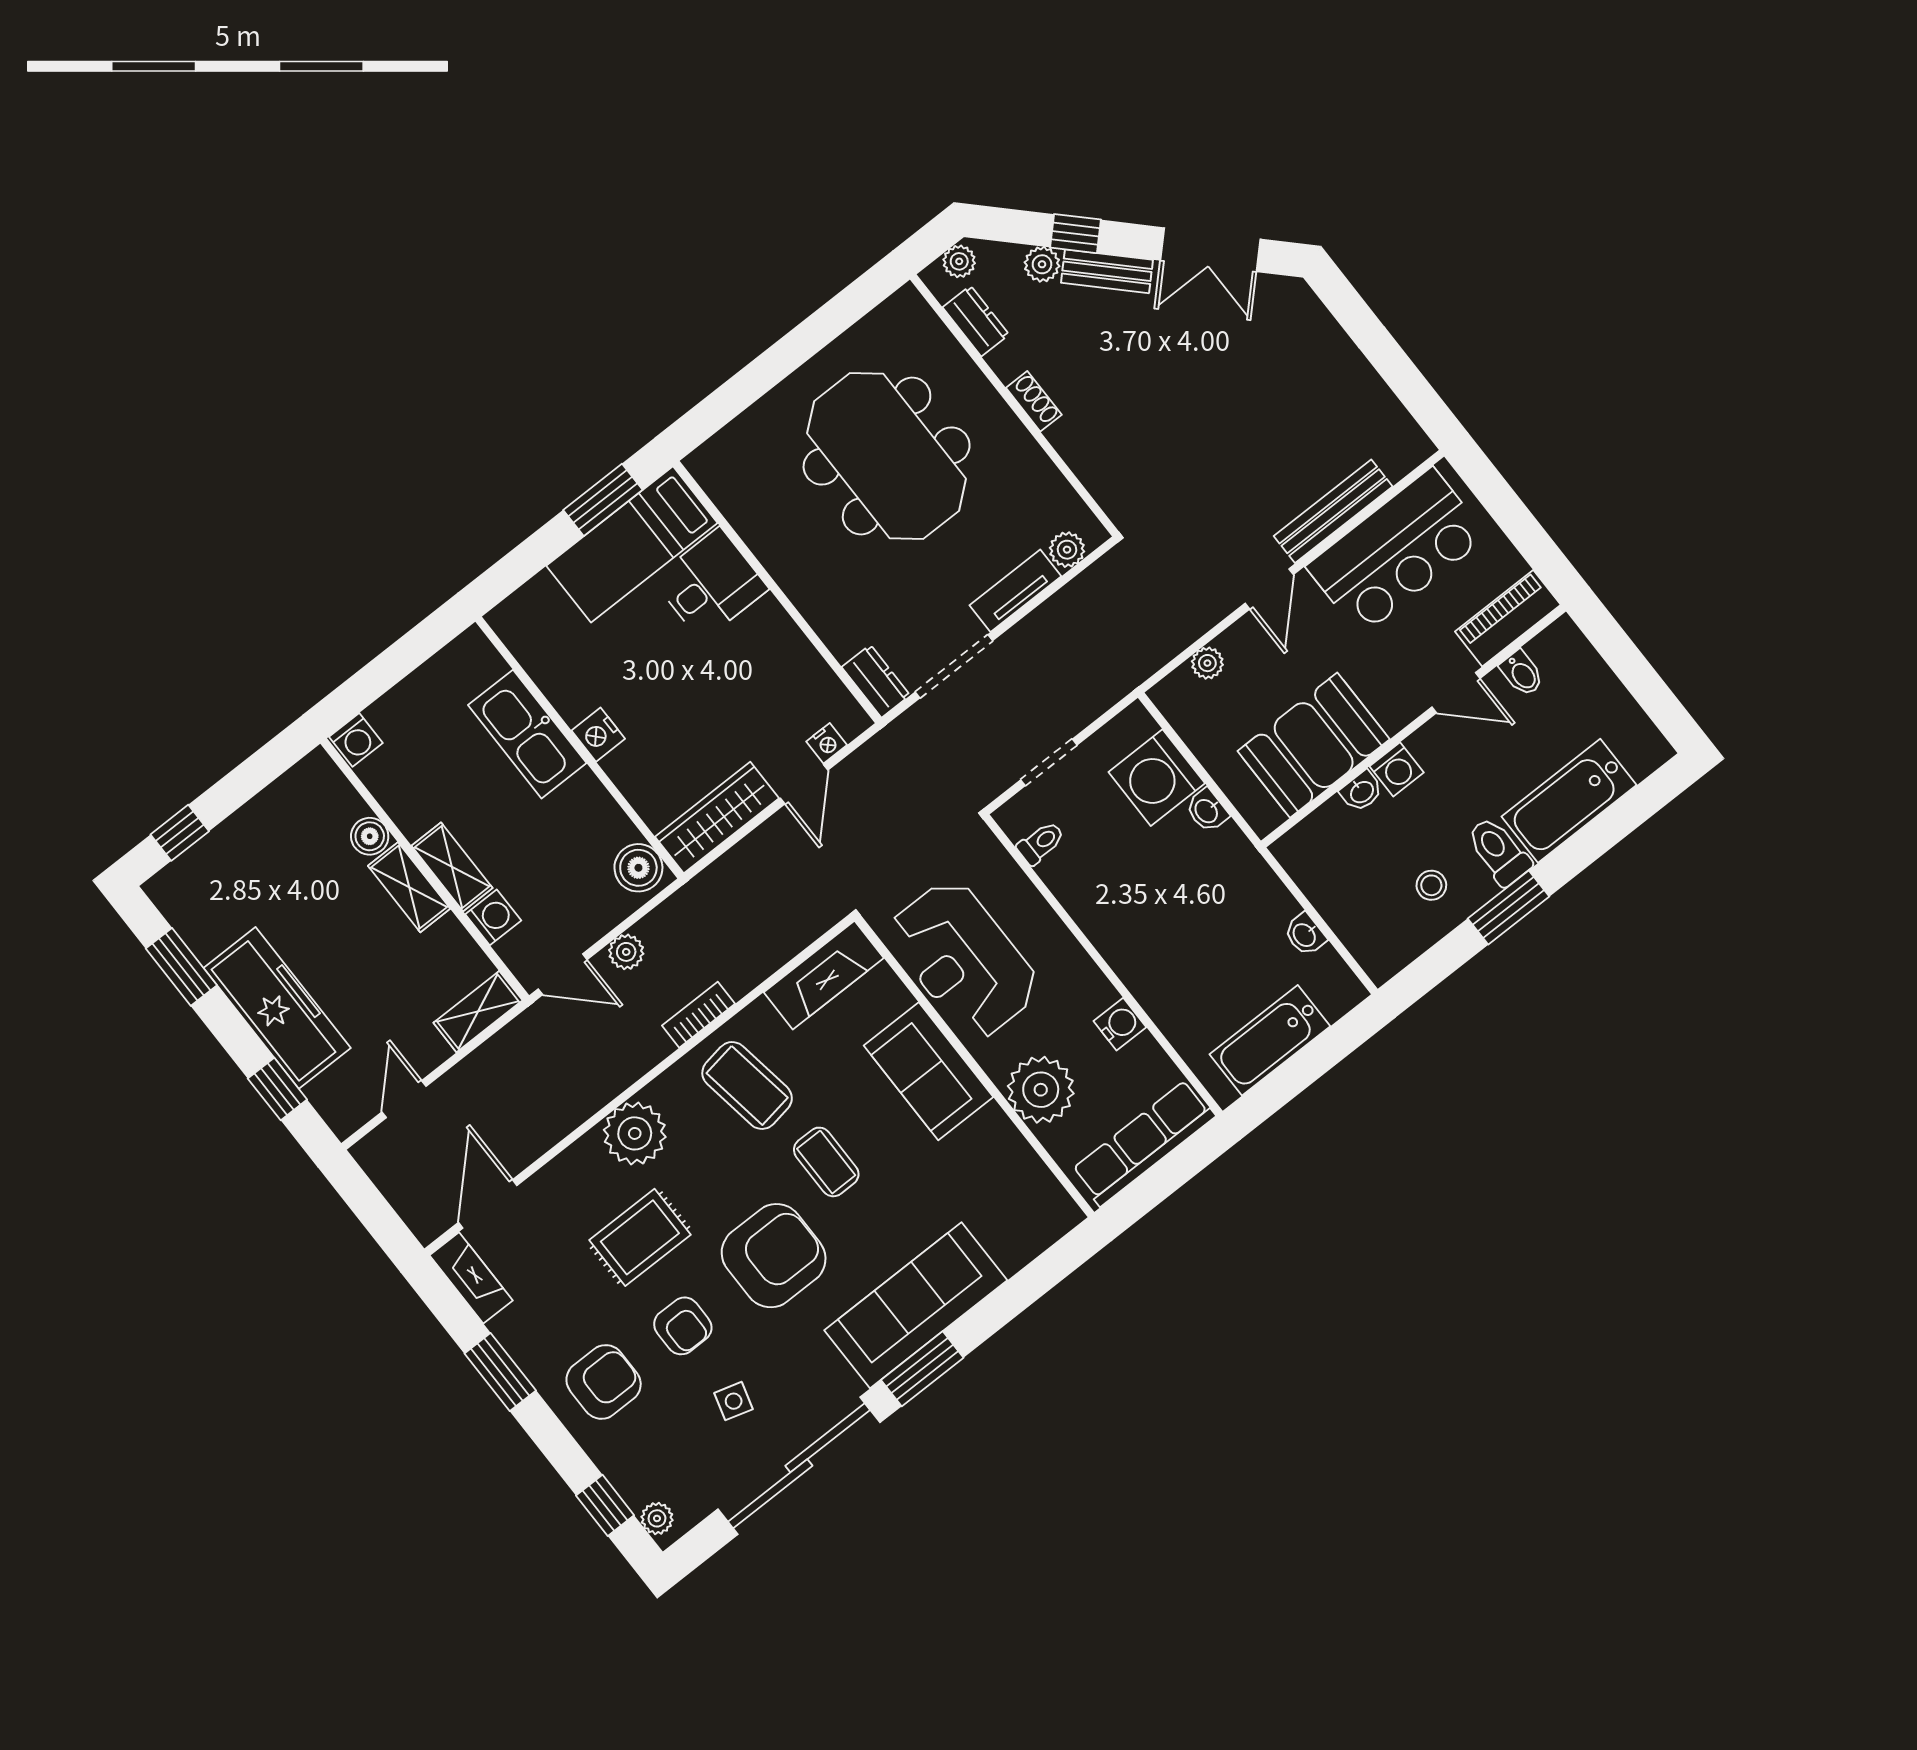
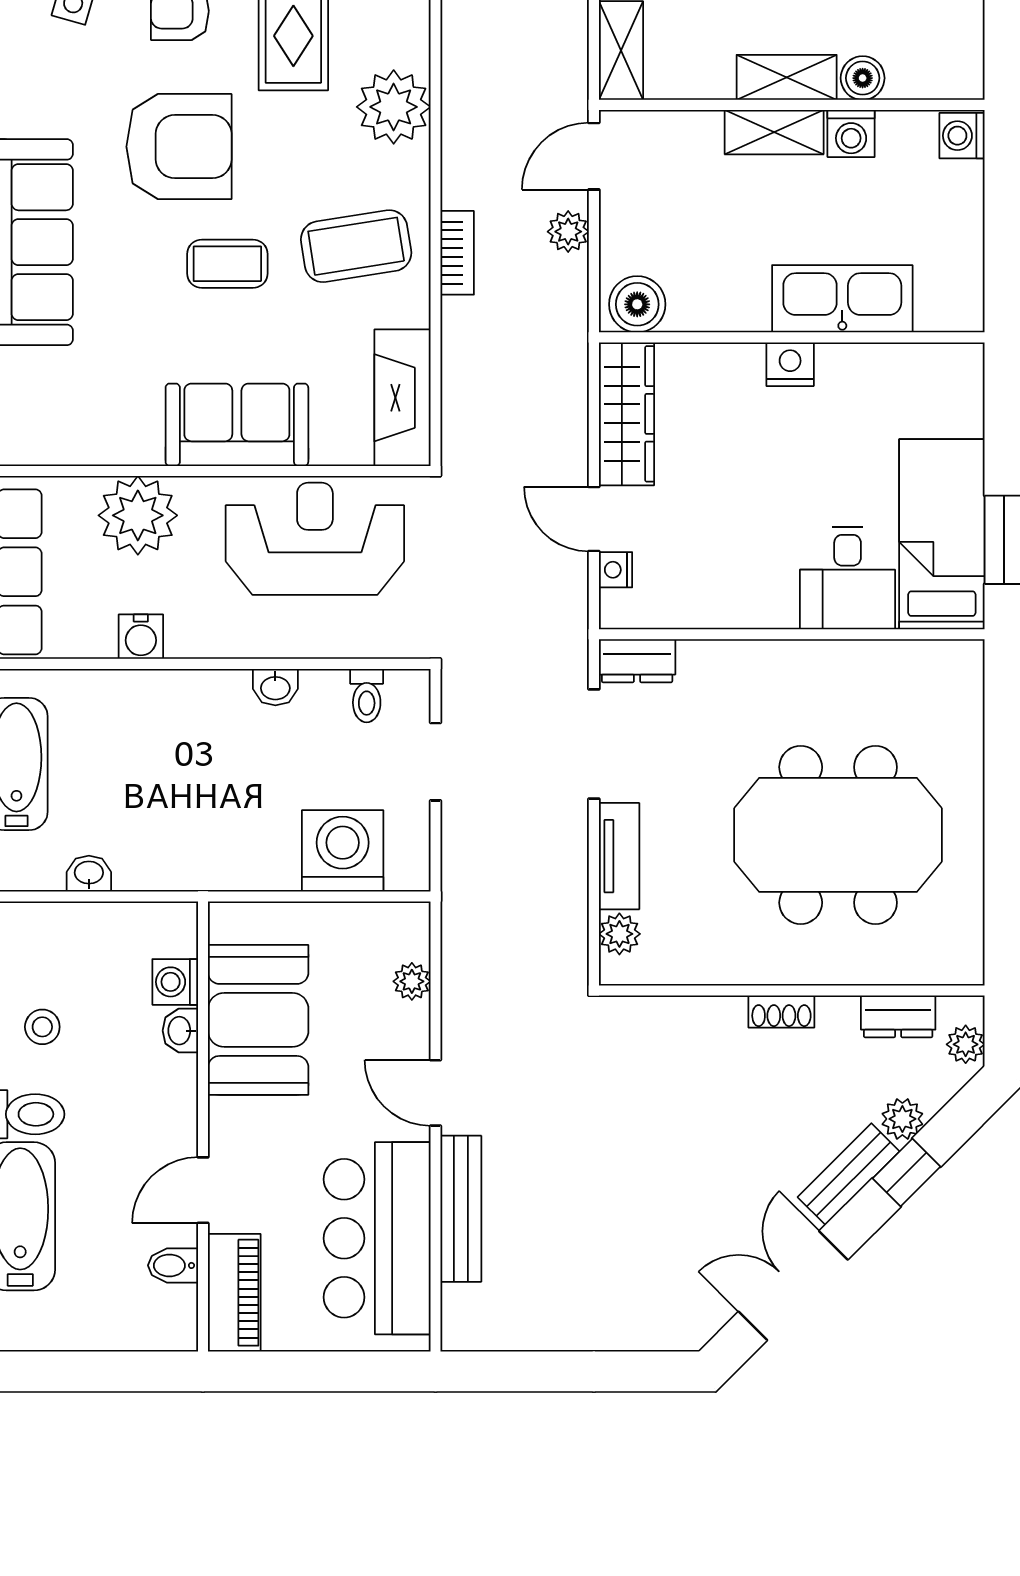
washing machine: (1397, 769) -> (175, 982), moved
washbasin: (1207, 811) -> (275, 687), moved, turned 180
washing machine: (493, 917) -> (851, 133), moved
armchair: (774, 1256) -> (179, 147), turned -90

